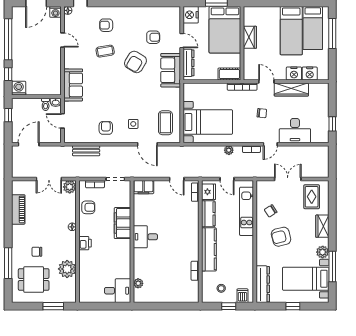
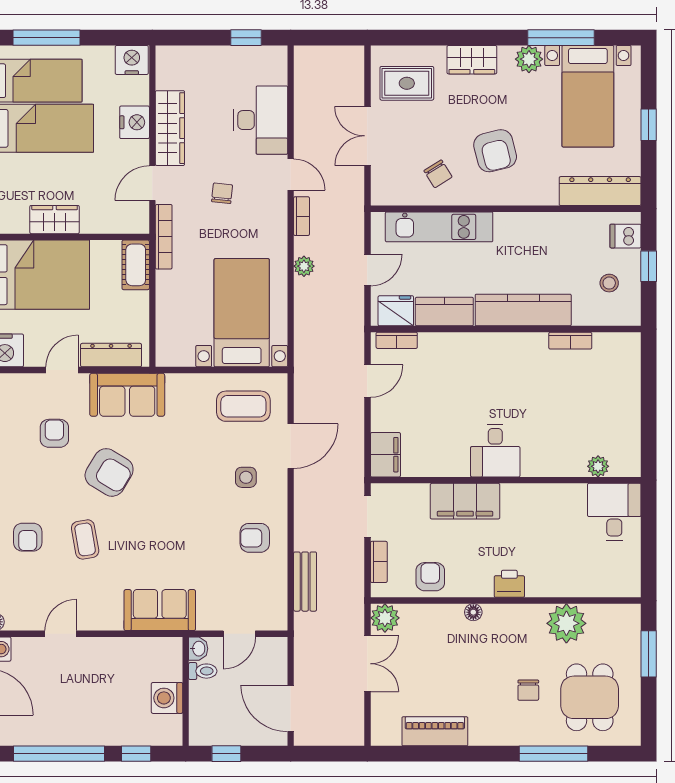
nightstand: (310, 74) -> (132, 60), moved, turned -90
washing machine: (19, 88) -> (167, 698), moved

